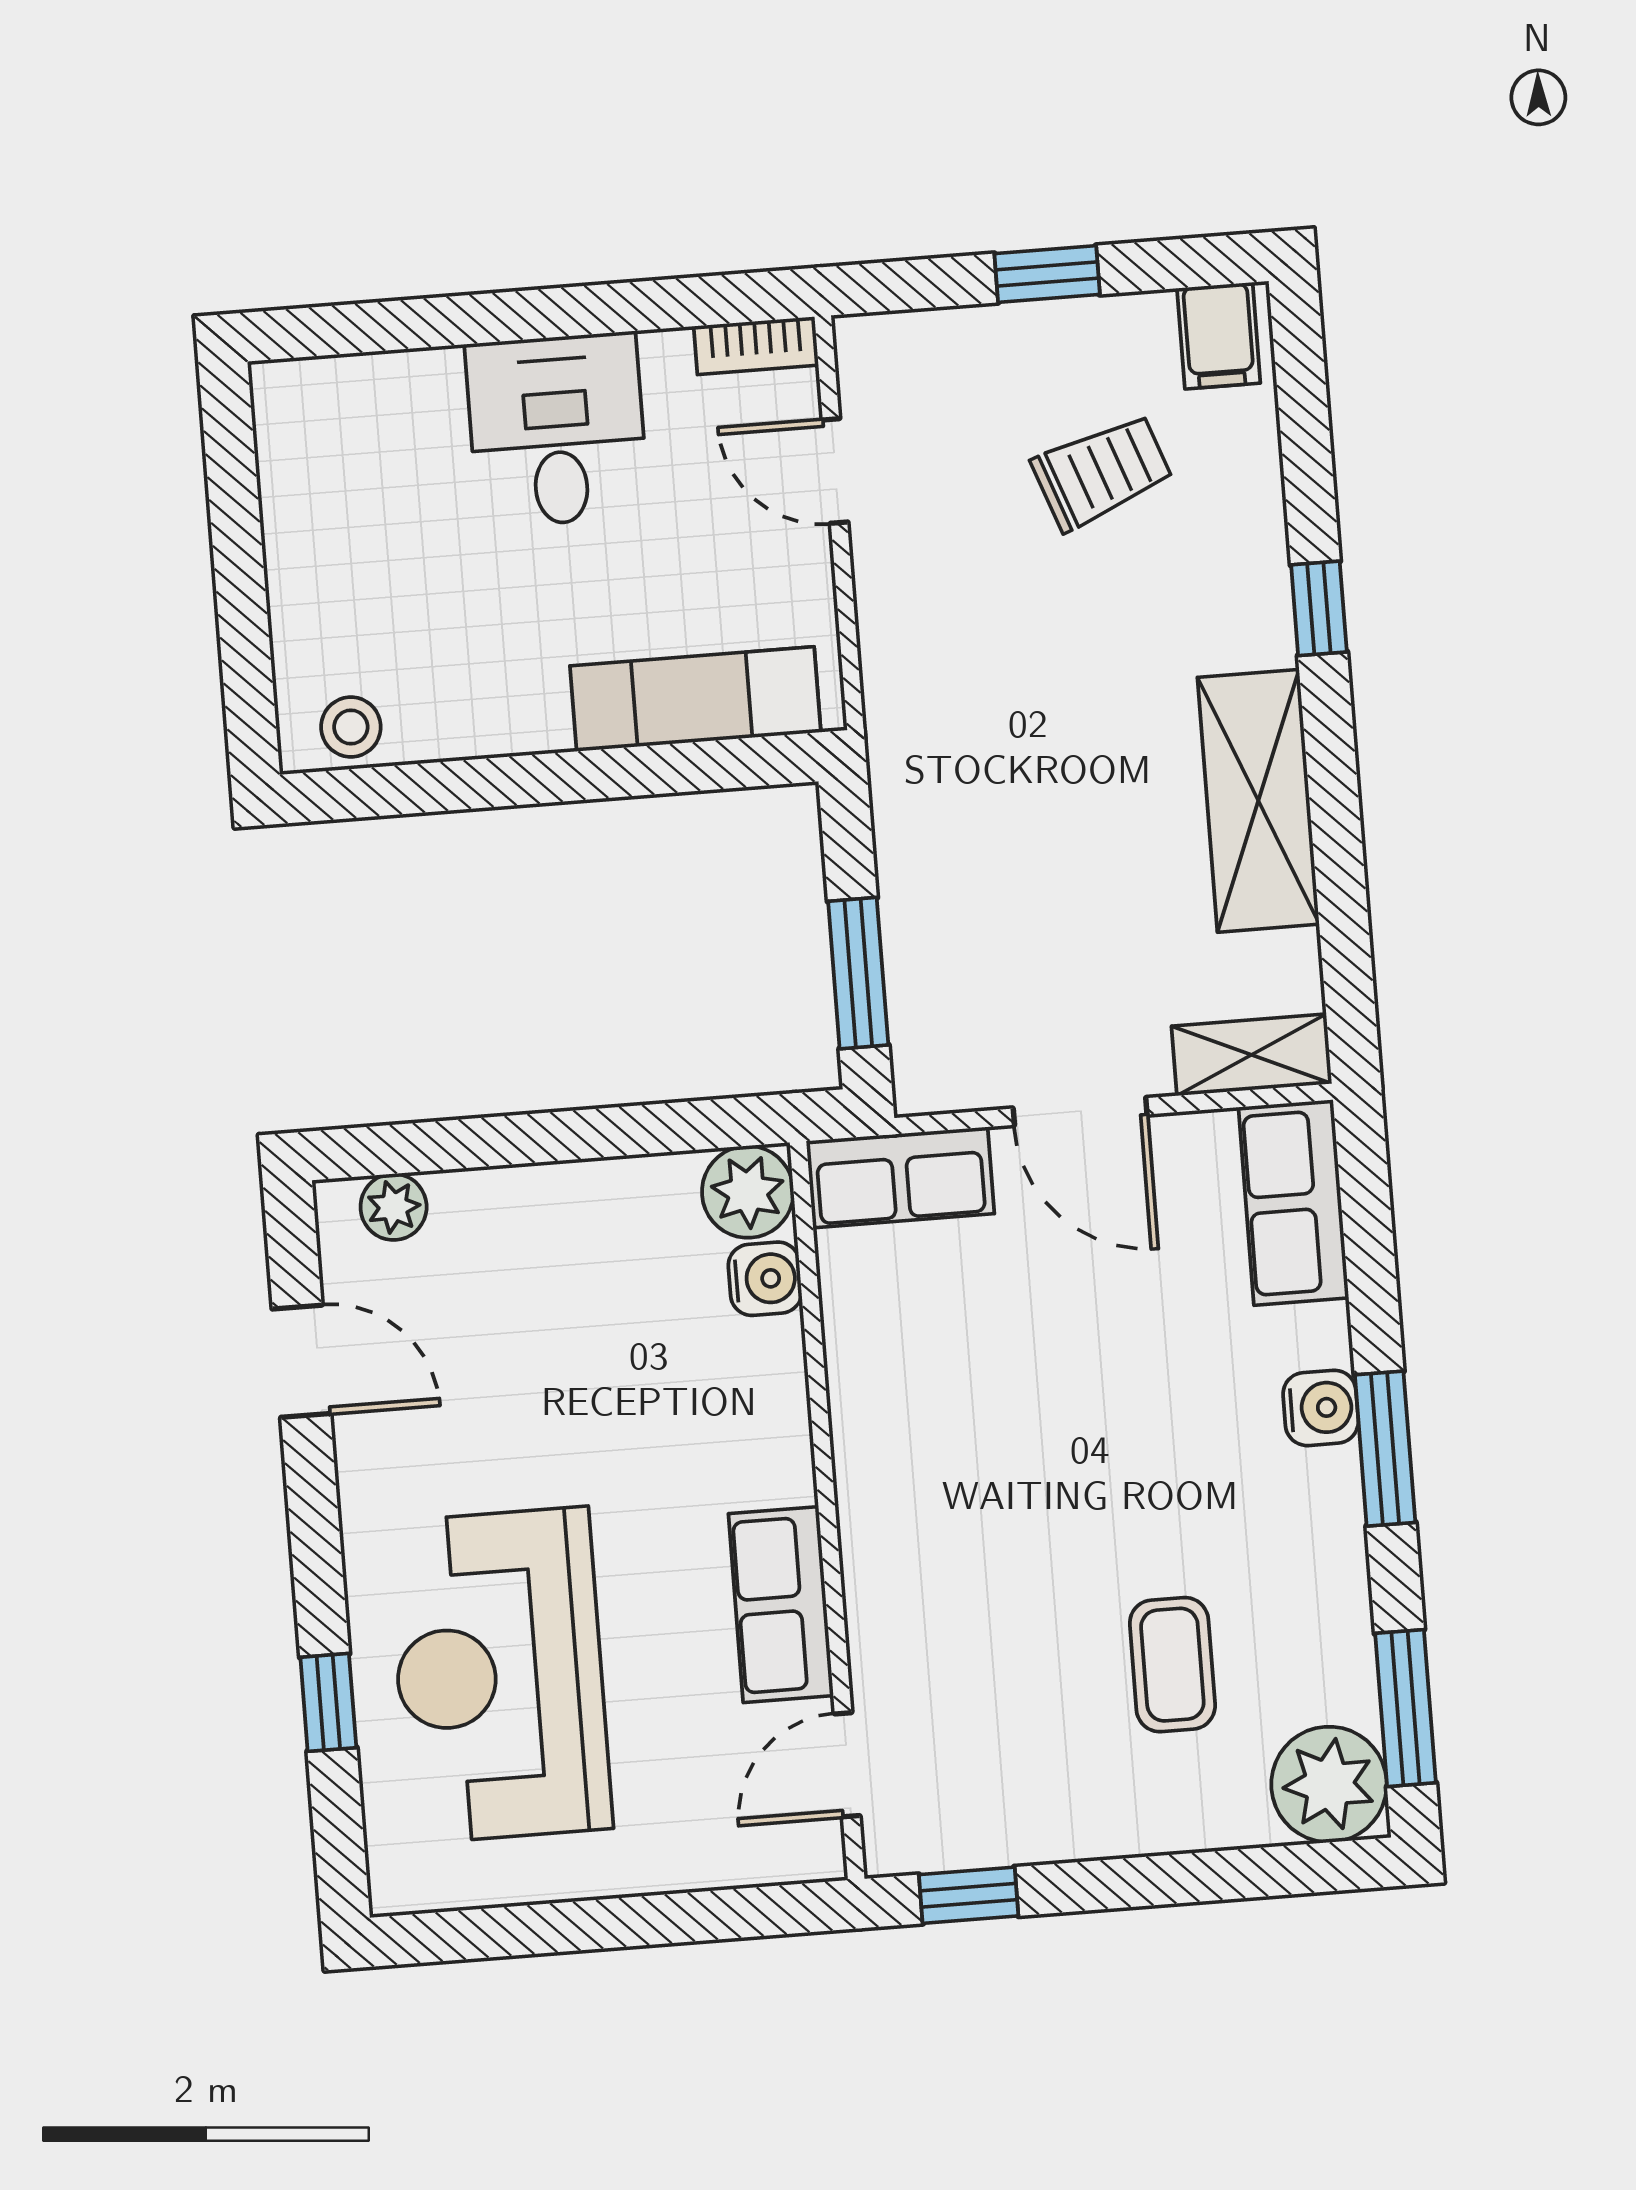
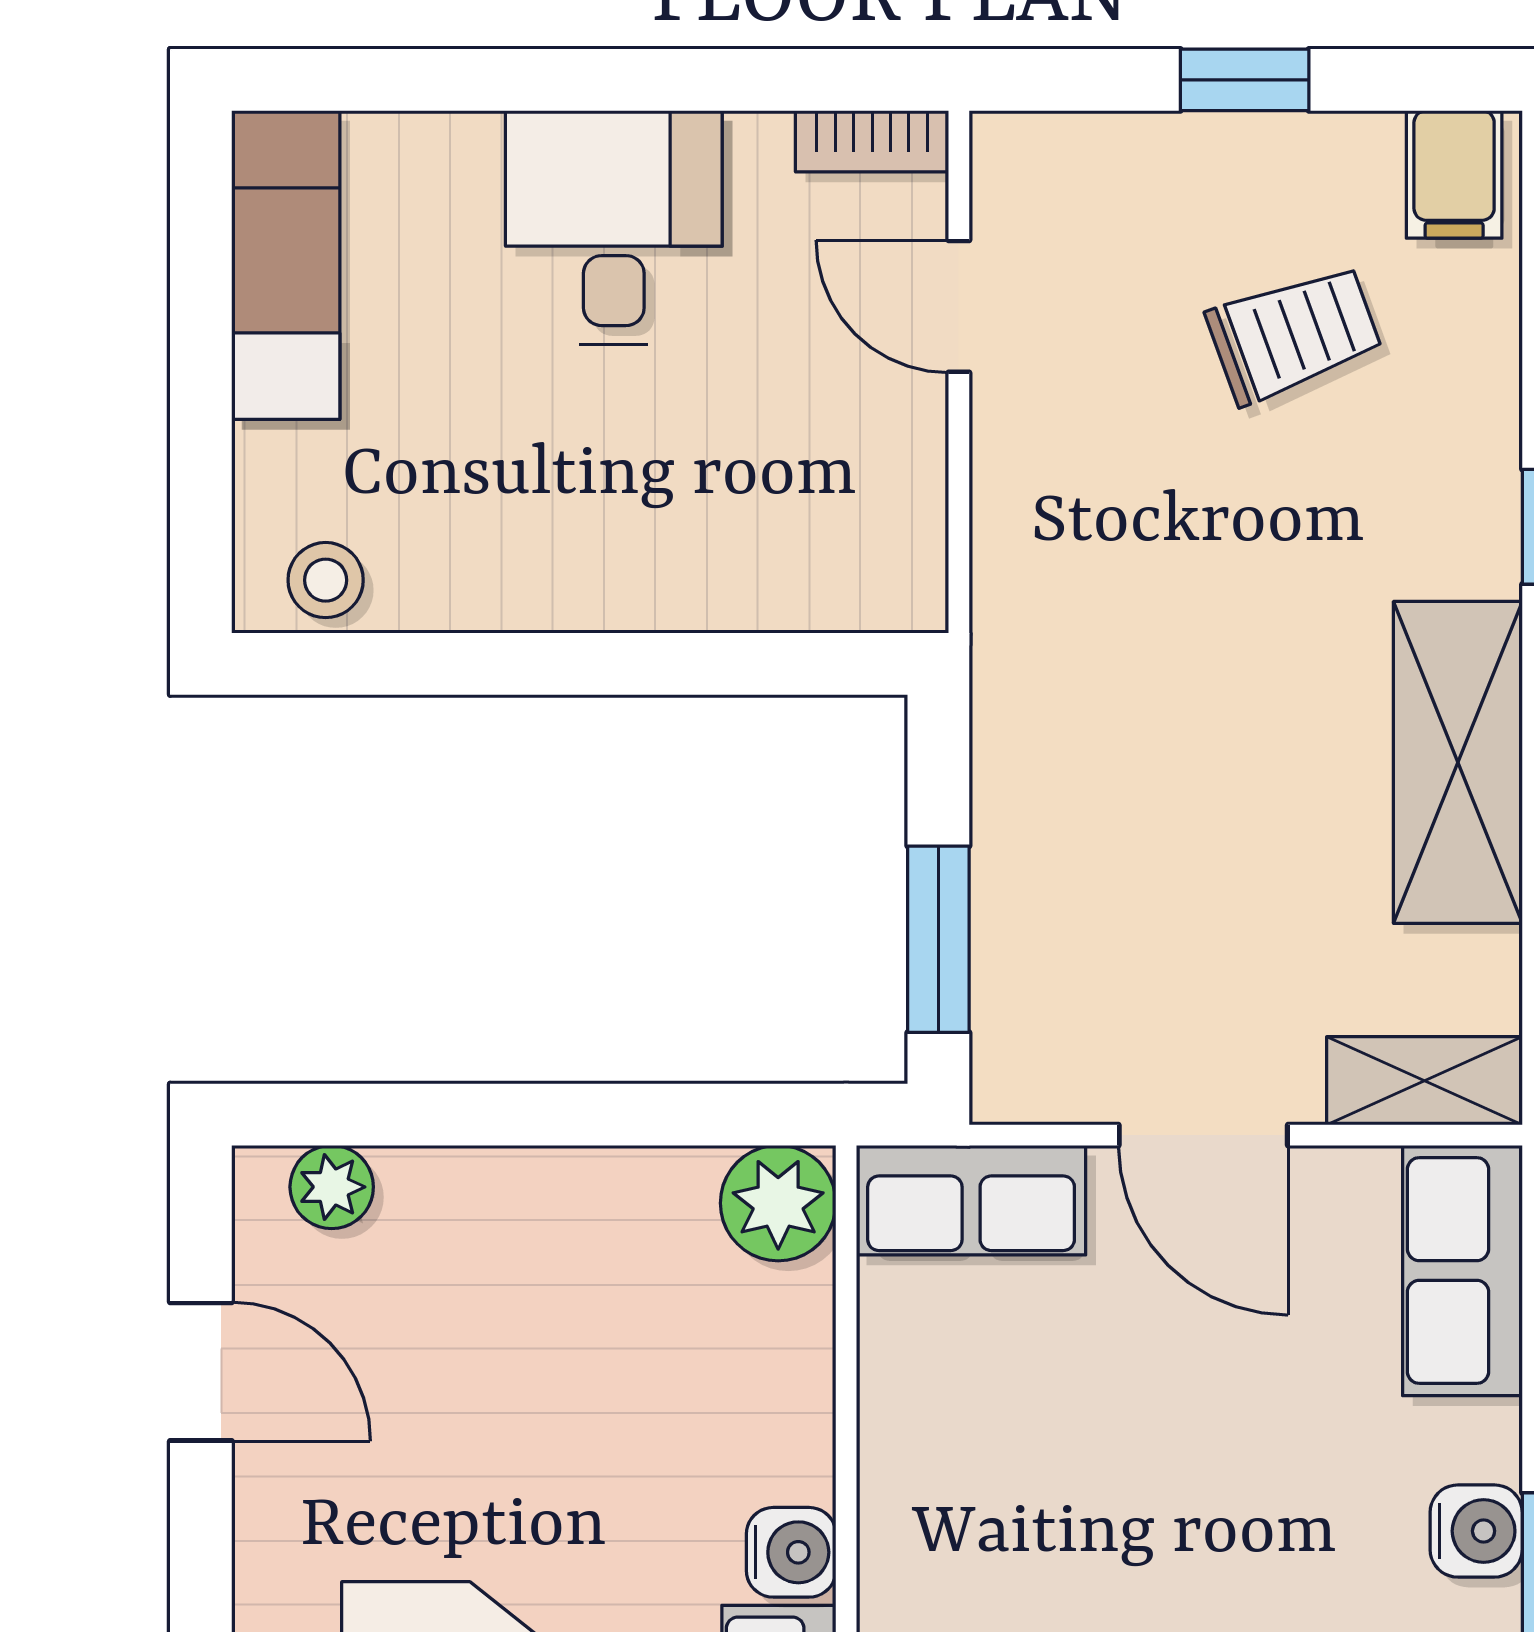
exam couch: (695, 699) -> (286, 265), moved, turned 90
water cooler: (765, 1279) -> (791, 1552), moved

